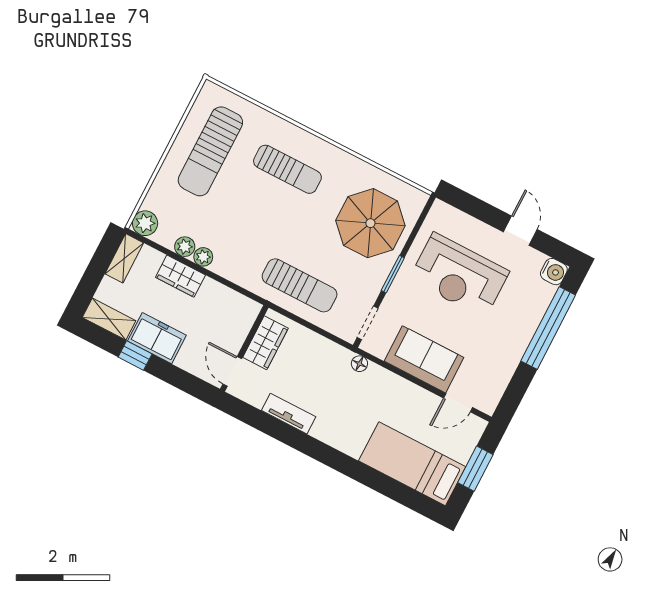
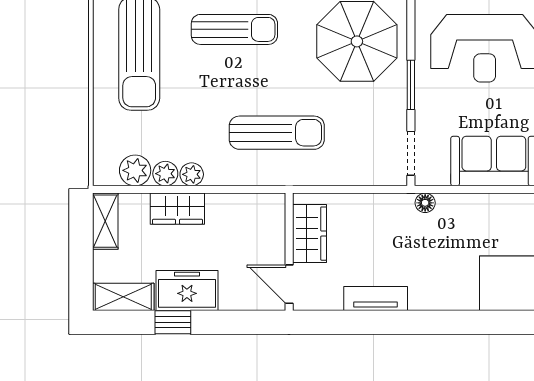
plant: (145, 223) -> (135, 170), moved
sun lounger: (300, 285) -> (277, 133), moved

